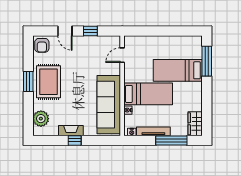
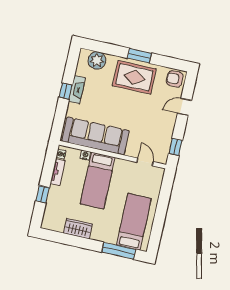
window: (90, 31) -> (175, 147), moved
bed: (178, 70) -> (134, 222), moved
wardrobe: (195, 124) -> (78, 229), moved
tv unit: (153, 131) -> (58, 172), width x0.71
window: (171, 140) -> (43, 194), width x0.46

